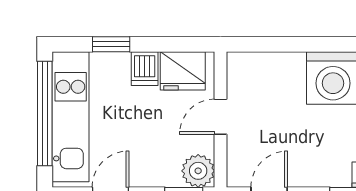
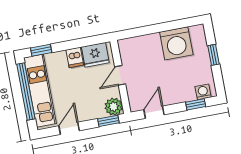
window: (111, 44) -> (41, 50), moved

